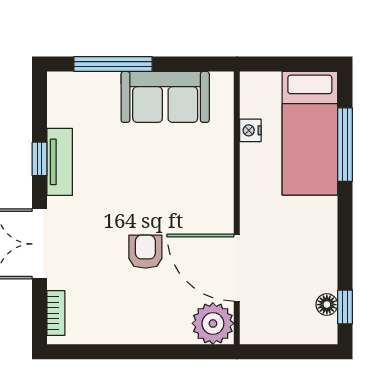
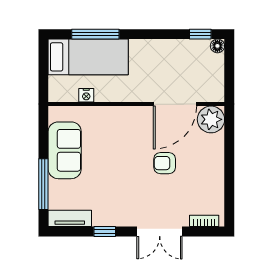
tv unit: (60, 162) -> (70, 218), moved
floor lamp: (327, 305) -> (217, 46), moved

